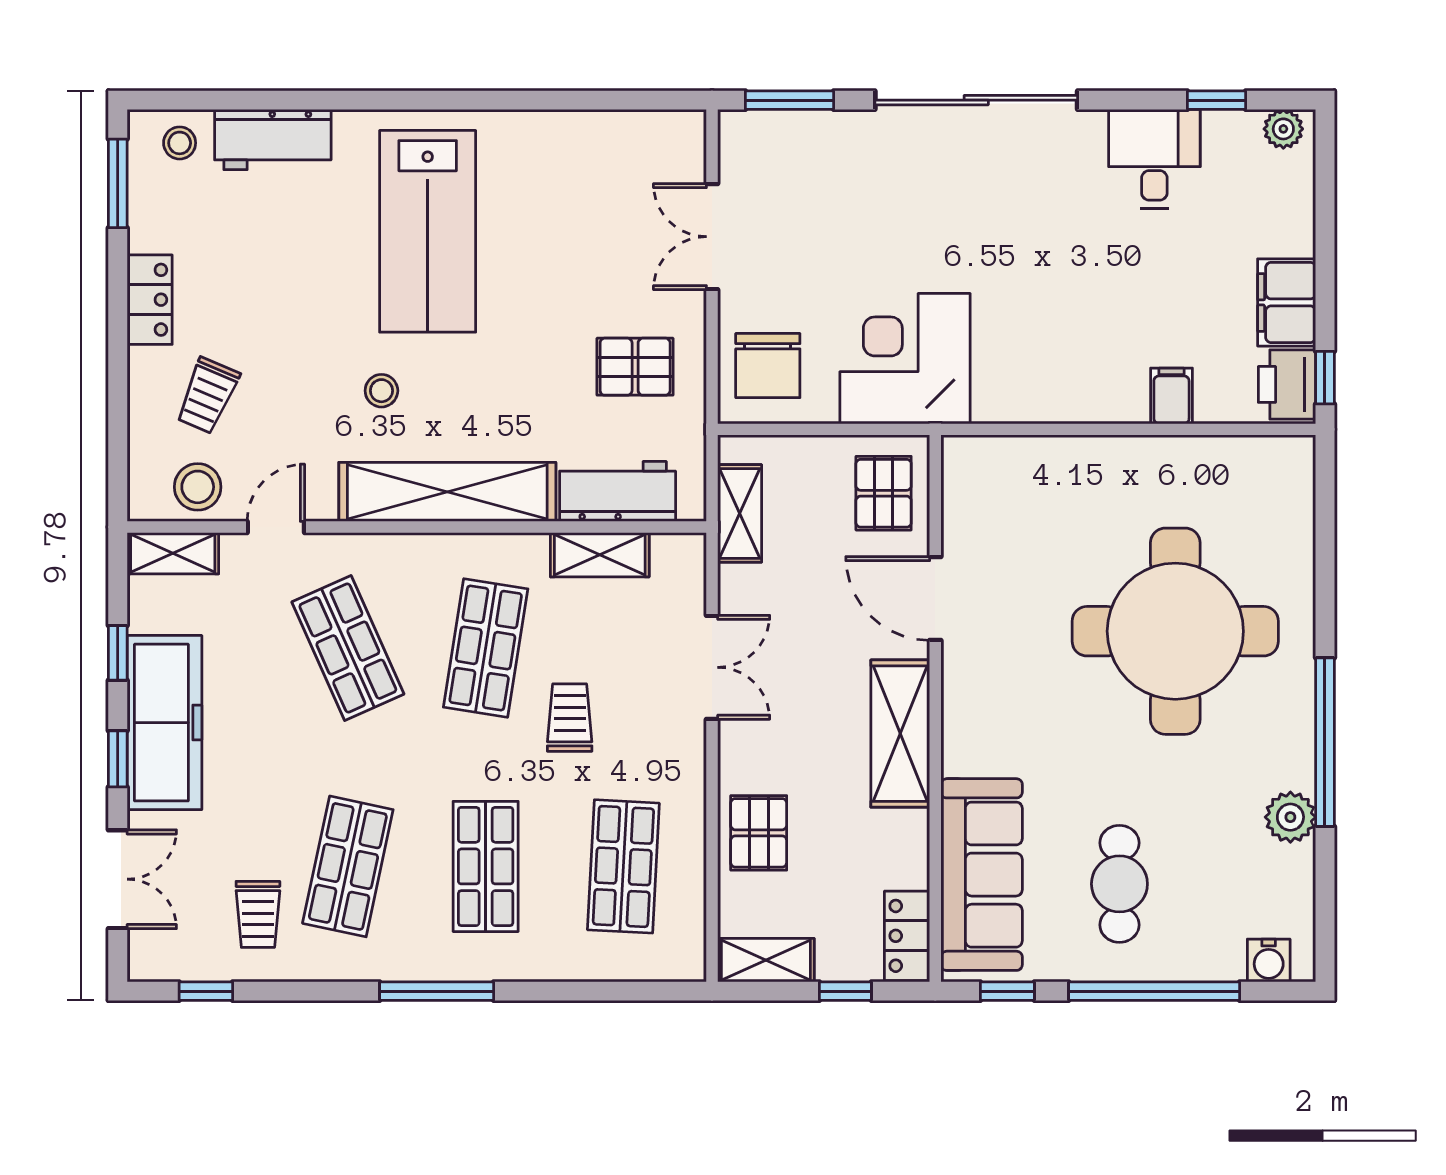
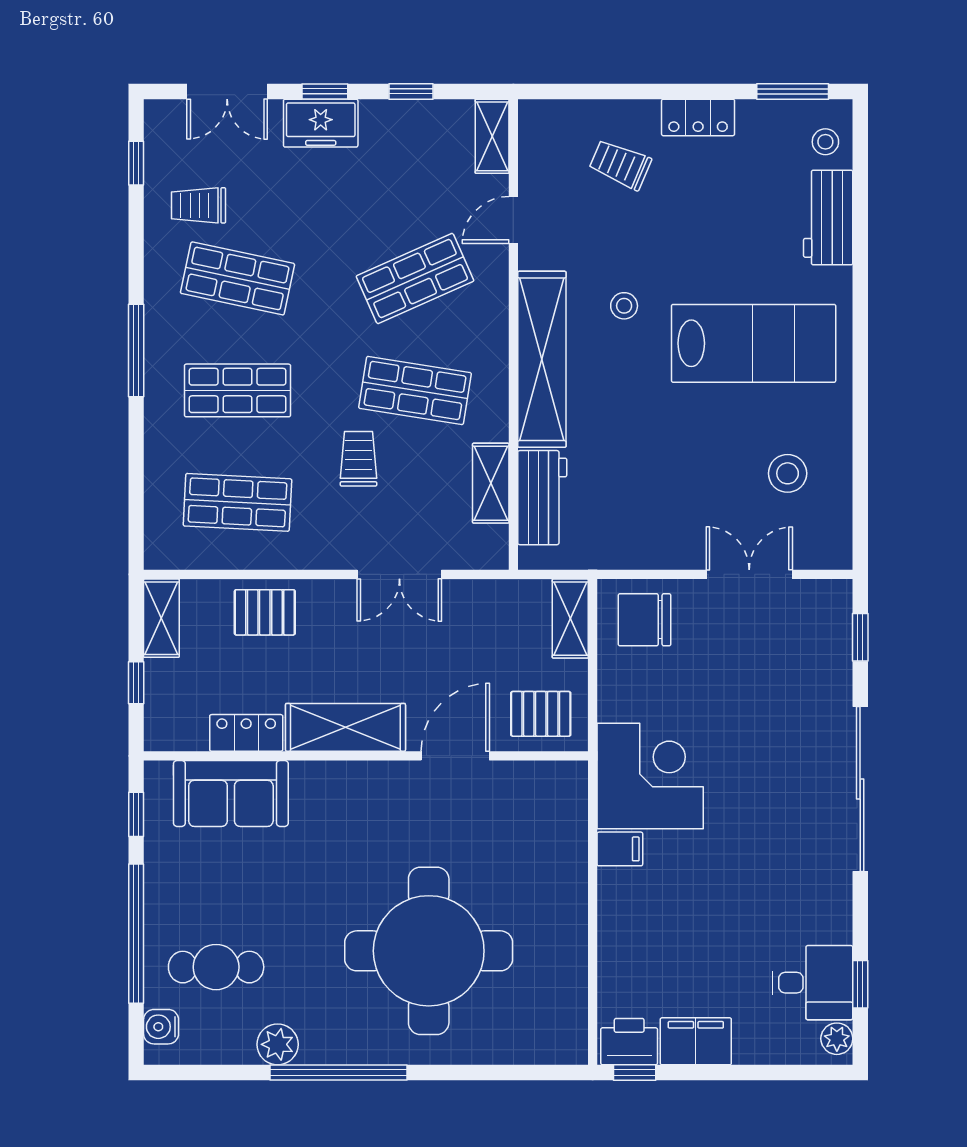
window: (789, 100) -> (860, 637), width x0.67
desk: (1154, 159) -> (813, 983), moved
lab bench: (428, 231) -> (754, 343), turned 180
corner desk: (905, 359) -> (650, 776), moved
pallet: (635, 367) -> (644, 512), removed
filing cabinet: (1171, 396) -> (620, 849), moved
stool: (198, 487) -> (788, 473), moved
shelving: (740, 513) -> (570, 619), moved, turned 90
door: (276, 527) -> (513, 220), swing flipped
trolley: (570, 718) -> (358, 459), turned -90
freezer: (164, 723) -> (321, 123), width x0.52, depth x0.79
sofa: (982, 875) -> (231, 793), width x0.73
cafe table: (1119, 884) -> (216, 967), moved
locker: (907, 936) -> (246, 733), moved

